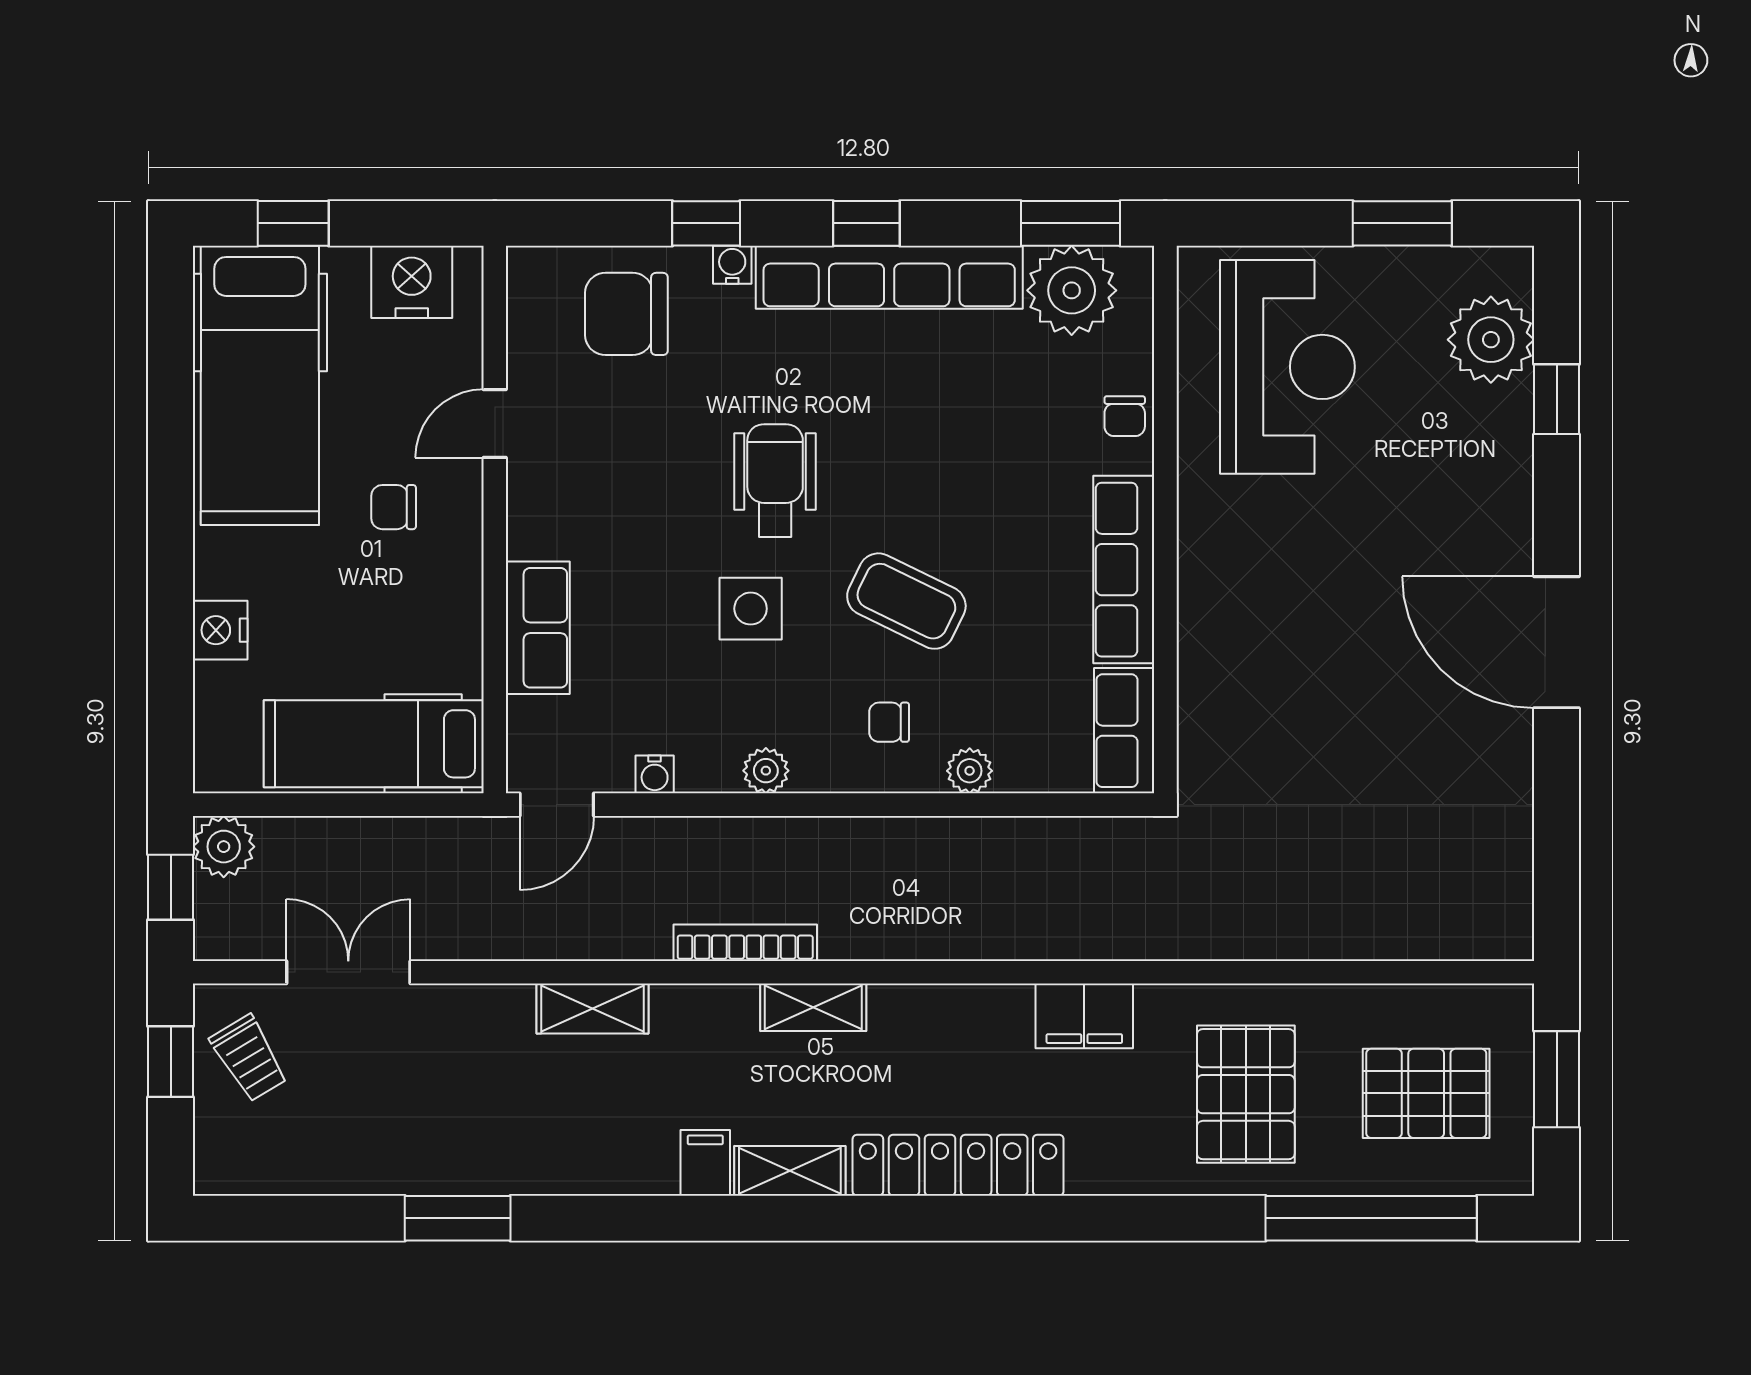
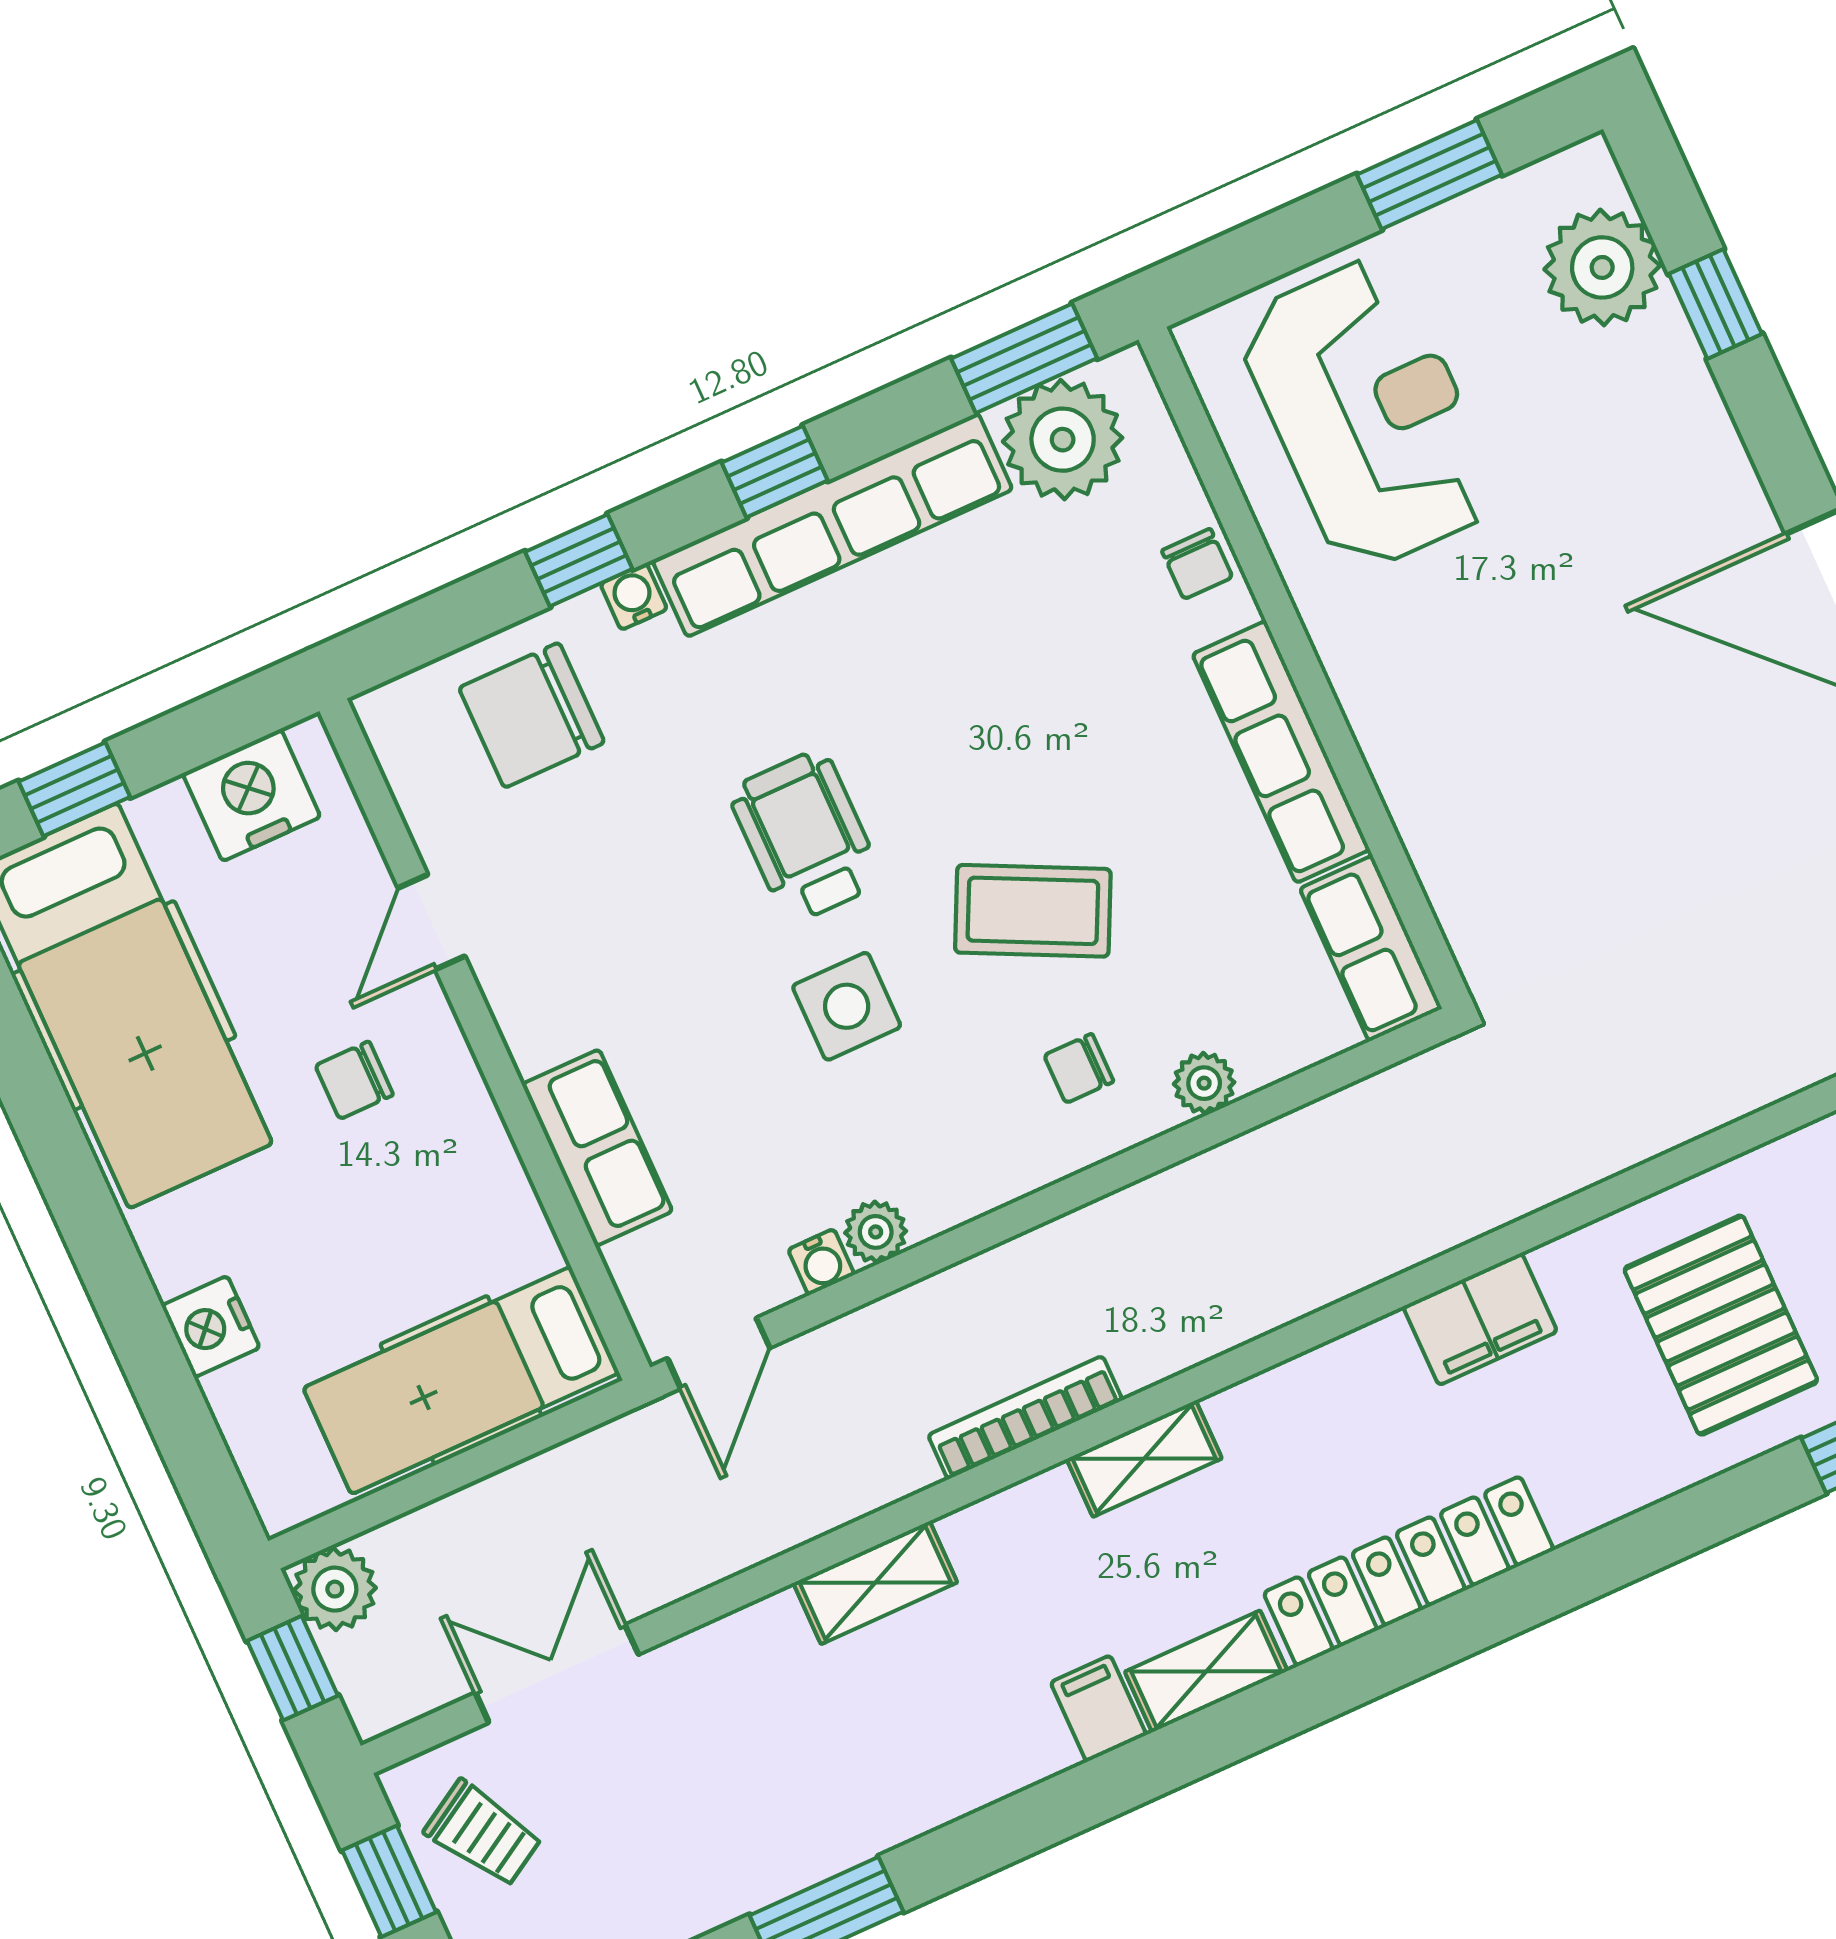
plant: (766, 771) -> (876, 1232), moved

